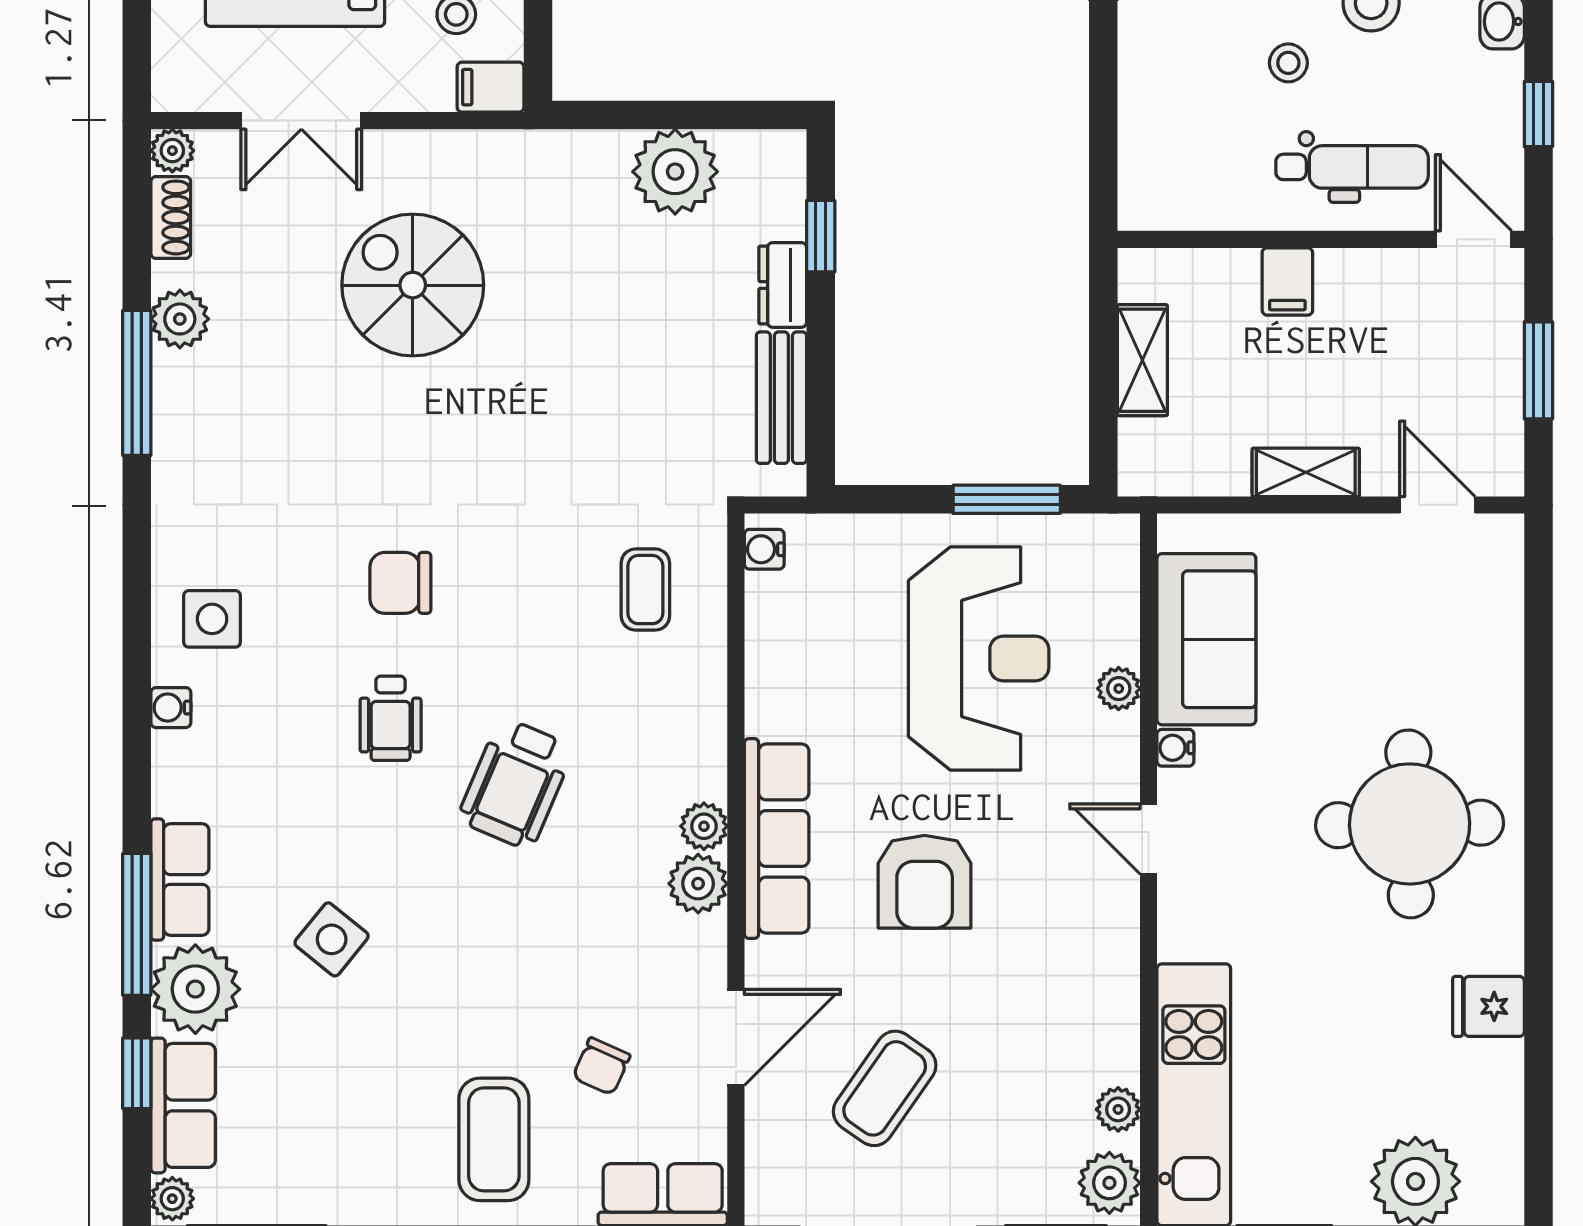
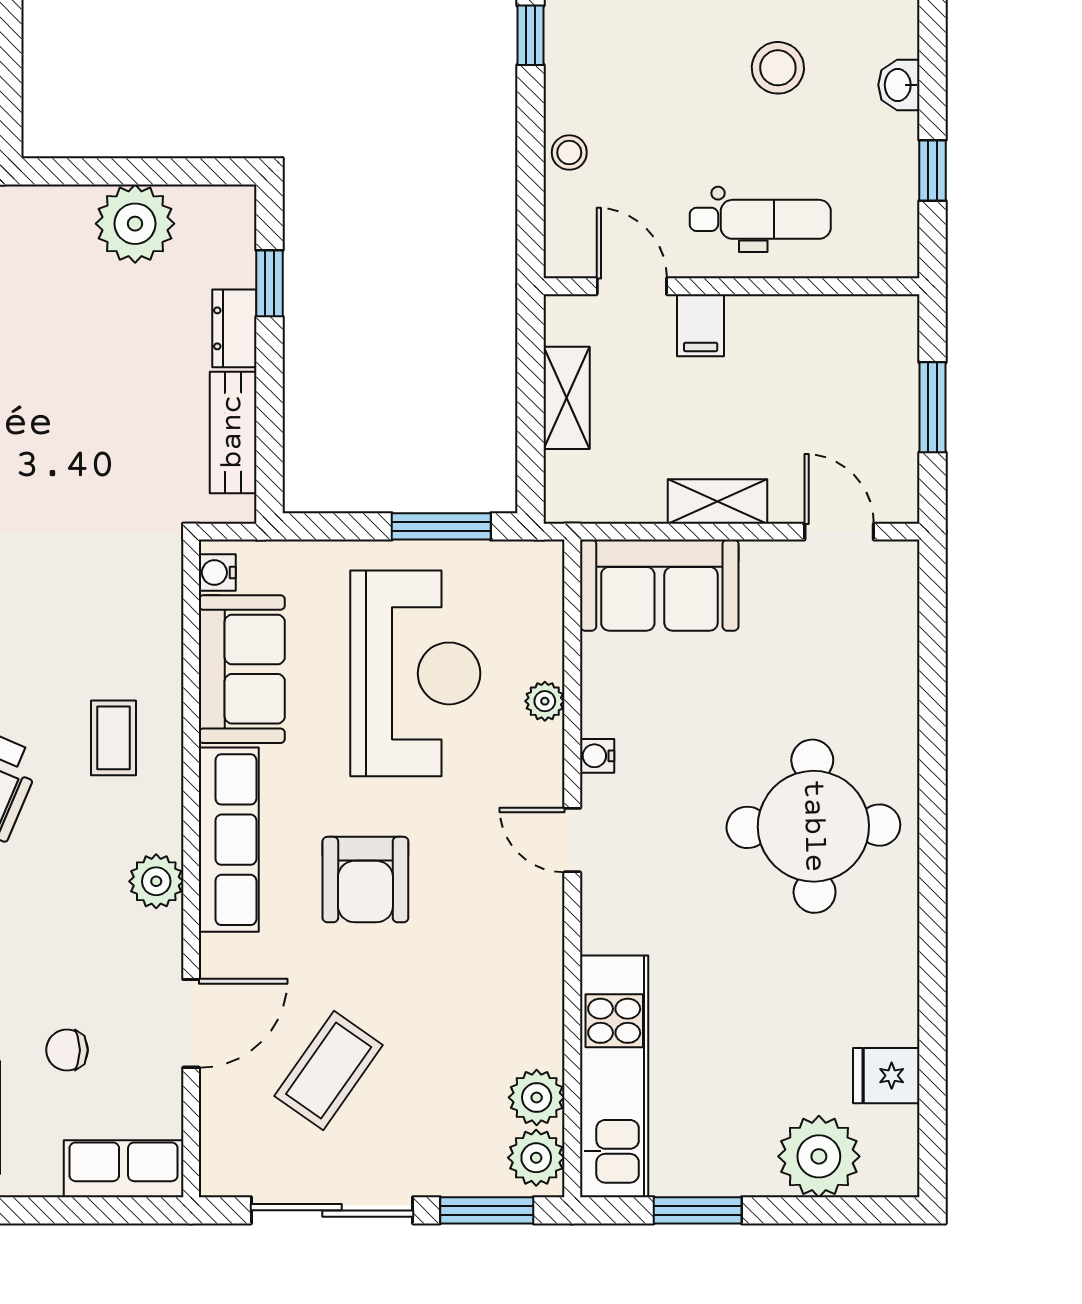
stool: (1288, 63) -> (569, 153), moved
door: (1474, 239) -> (632, 286), moved
coffee table: (645, 590) -> (113, 738), moved
sofa: (1206, 639) -> (659, 585), moved, turned 90
sofa: (791, 654) -> (242, 669), added
plant: (704, 826) -> (162, 828), removed
fridge: (1488, 1006) -> (886, 1076), moved
chair: (601, 1066) -> (67, 1050), turned 66
plant: (1118, 1109) -> (537, 1097), width x1.38, depth x1.38

